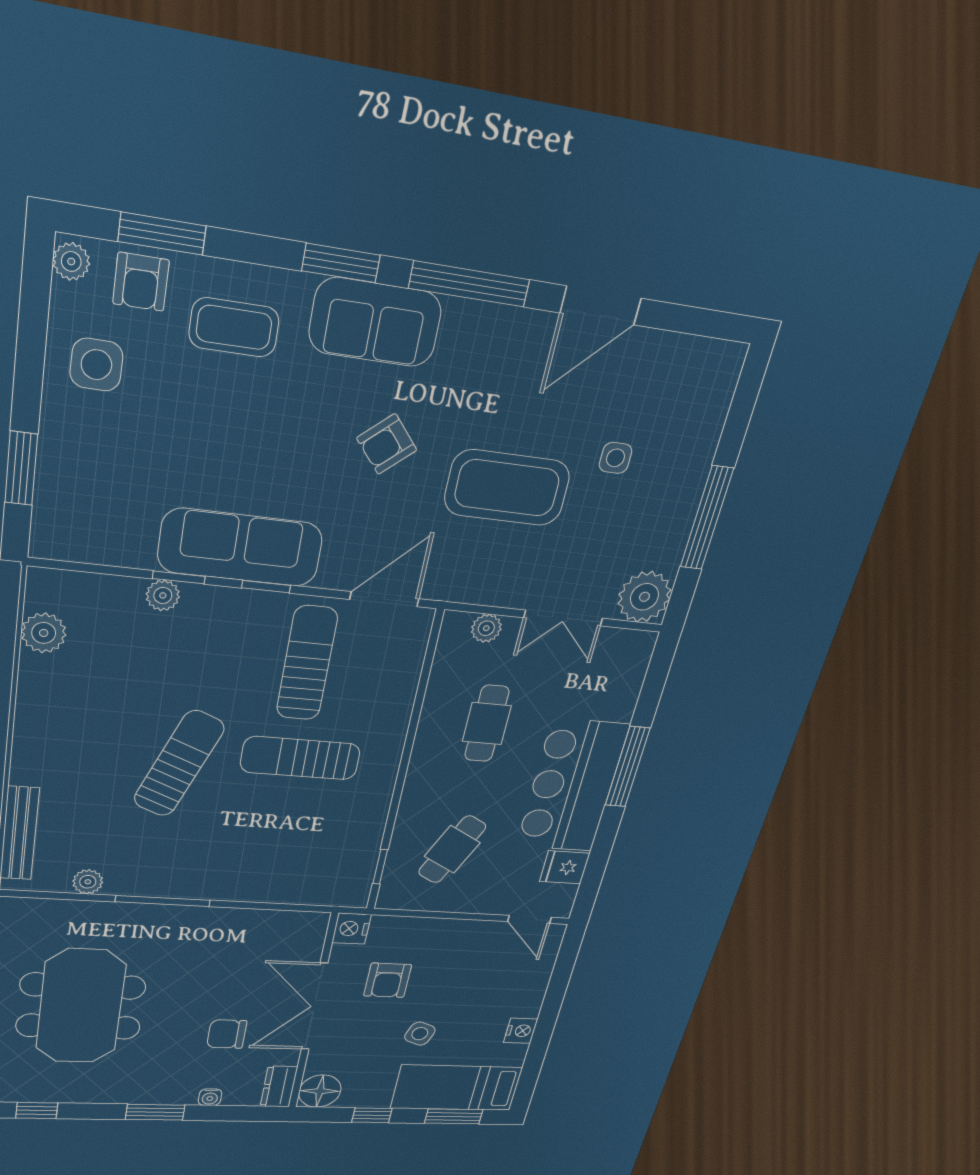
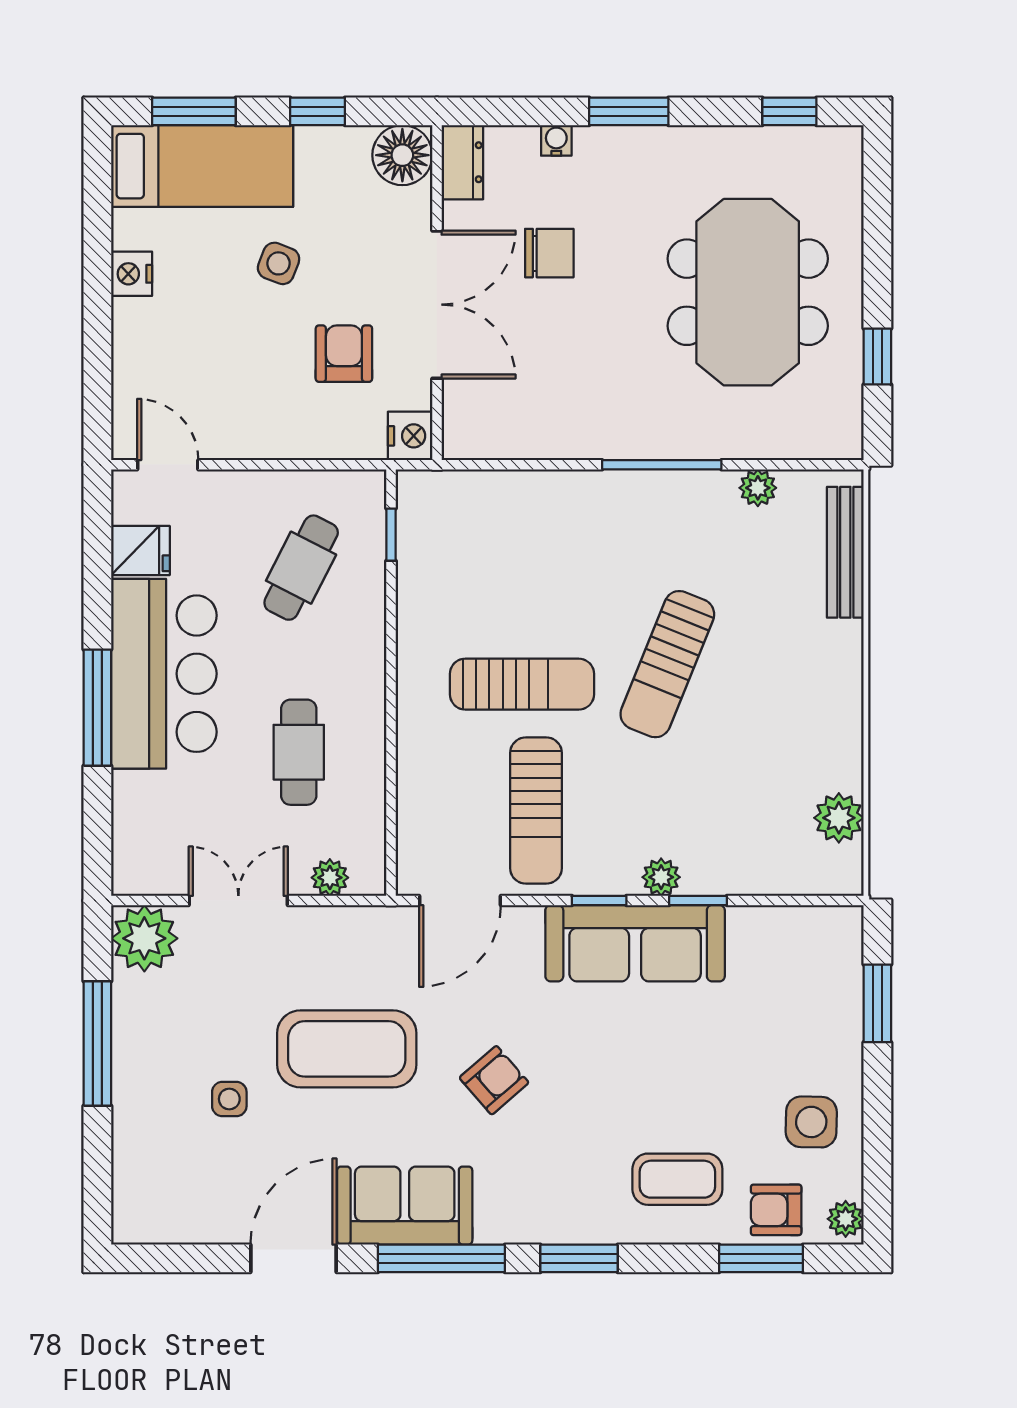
armchair: (141, 282) -> (776, 1210), turned -90
sofa: (375, 322) -> (405, 1206), moved
plant: (163, 595) -> (661, 877), moved

